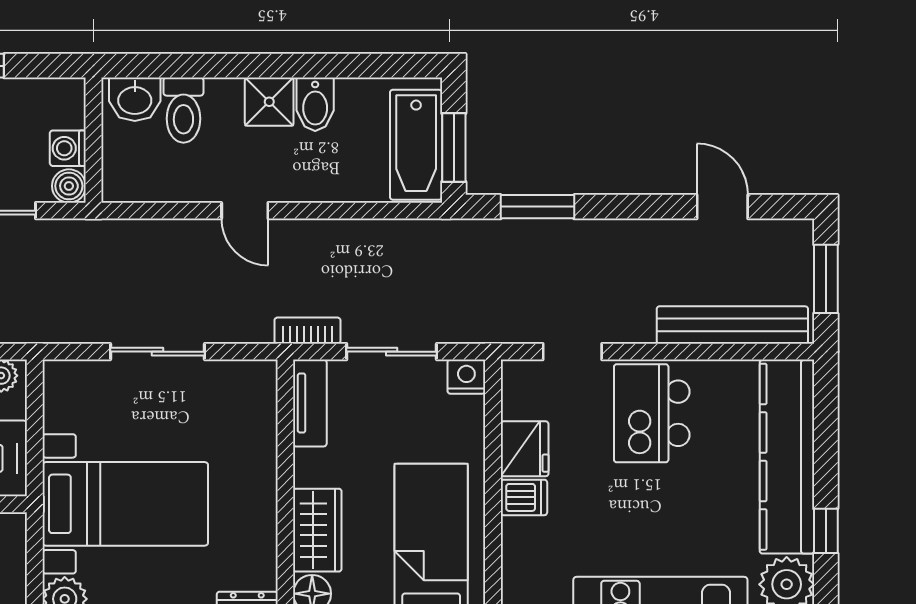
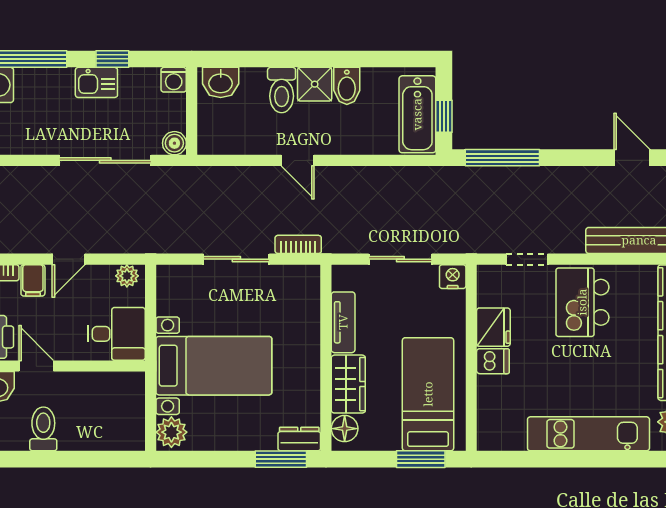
toilet: (183, 110) -> (282, 90), moved
washing machine: (68, 148) -> (174, 80), moved, turned -90
window: (454, 148) -> (444, 116), width x0.67
window: (537, 207) -> (502, 158), width x1.44
bookcase: (307, 331) -> (298, 244), moved
tv unit: (310, 403) -> (343, 322), moved

